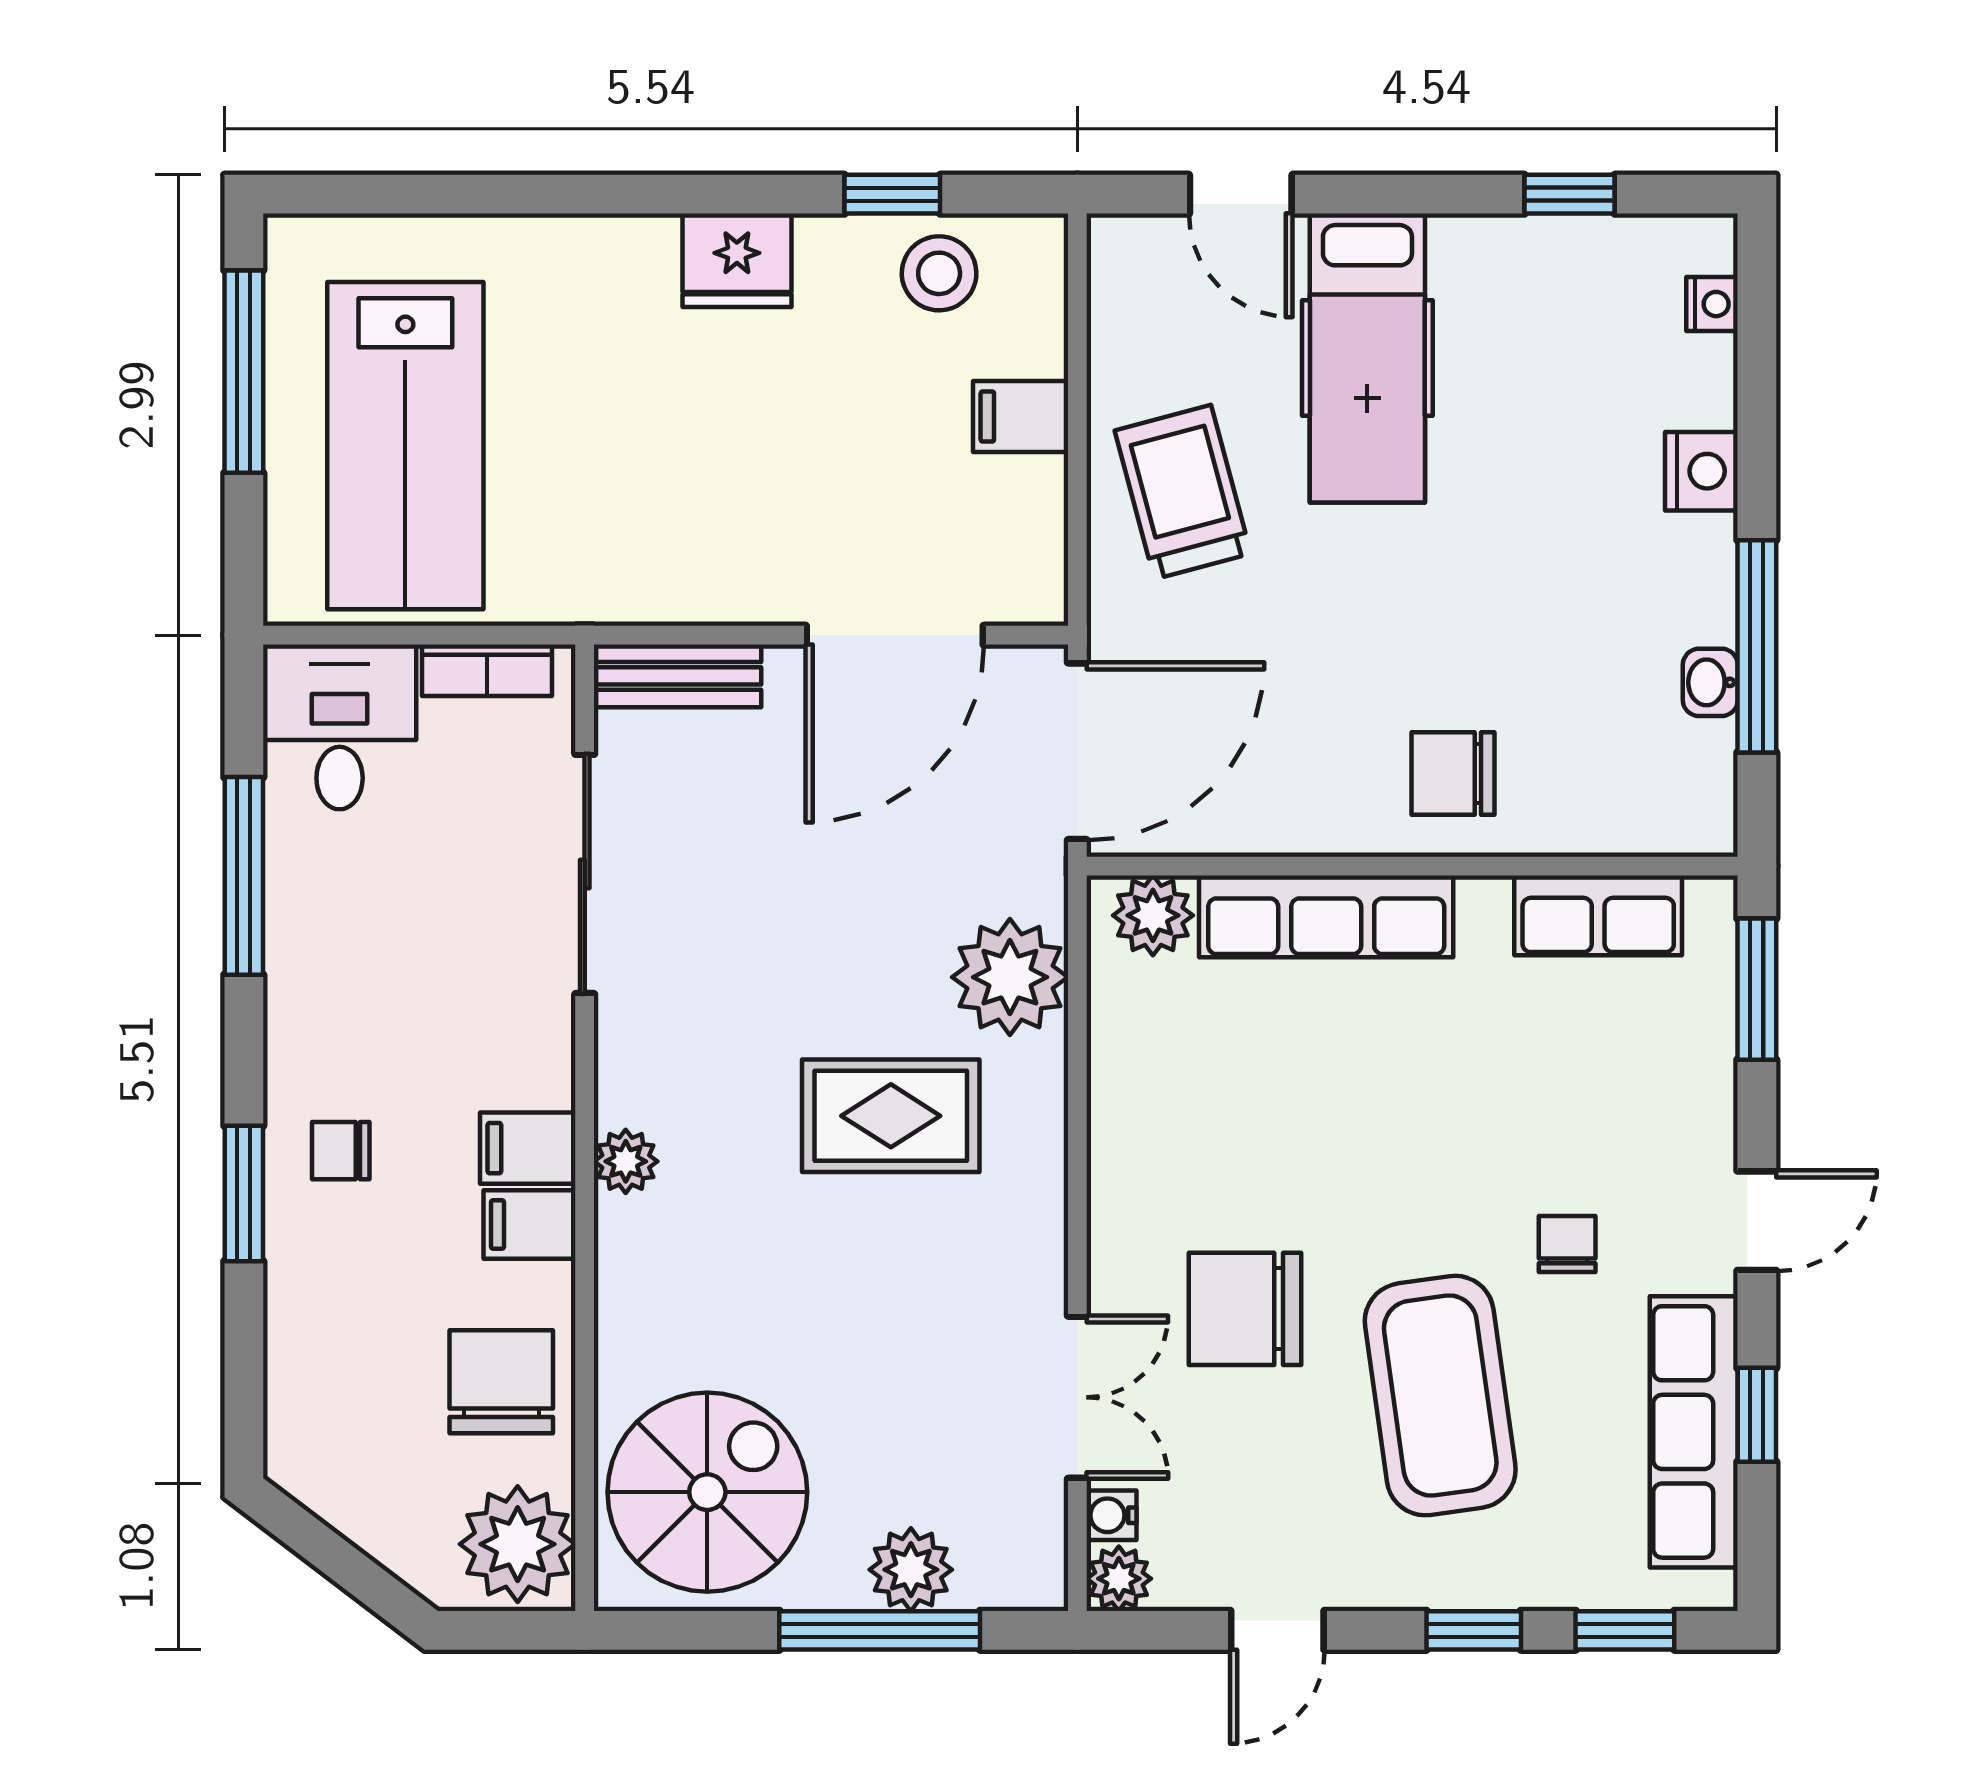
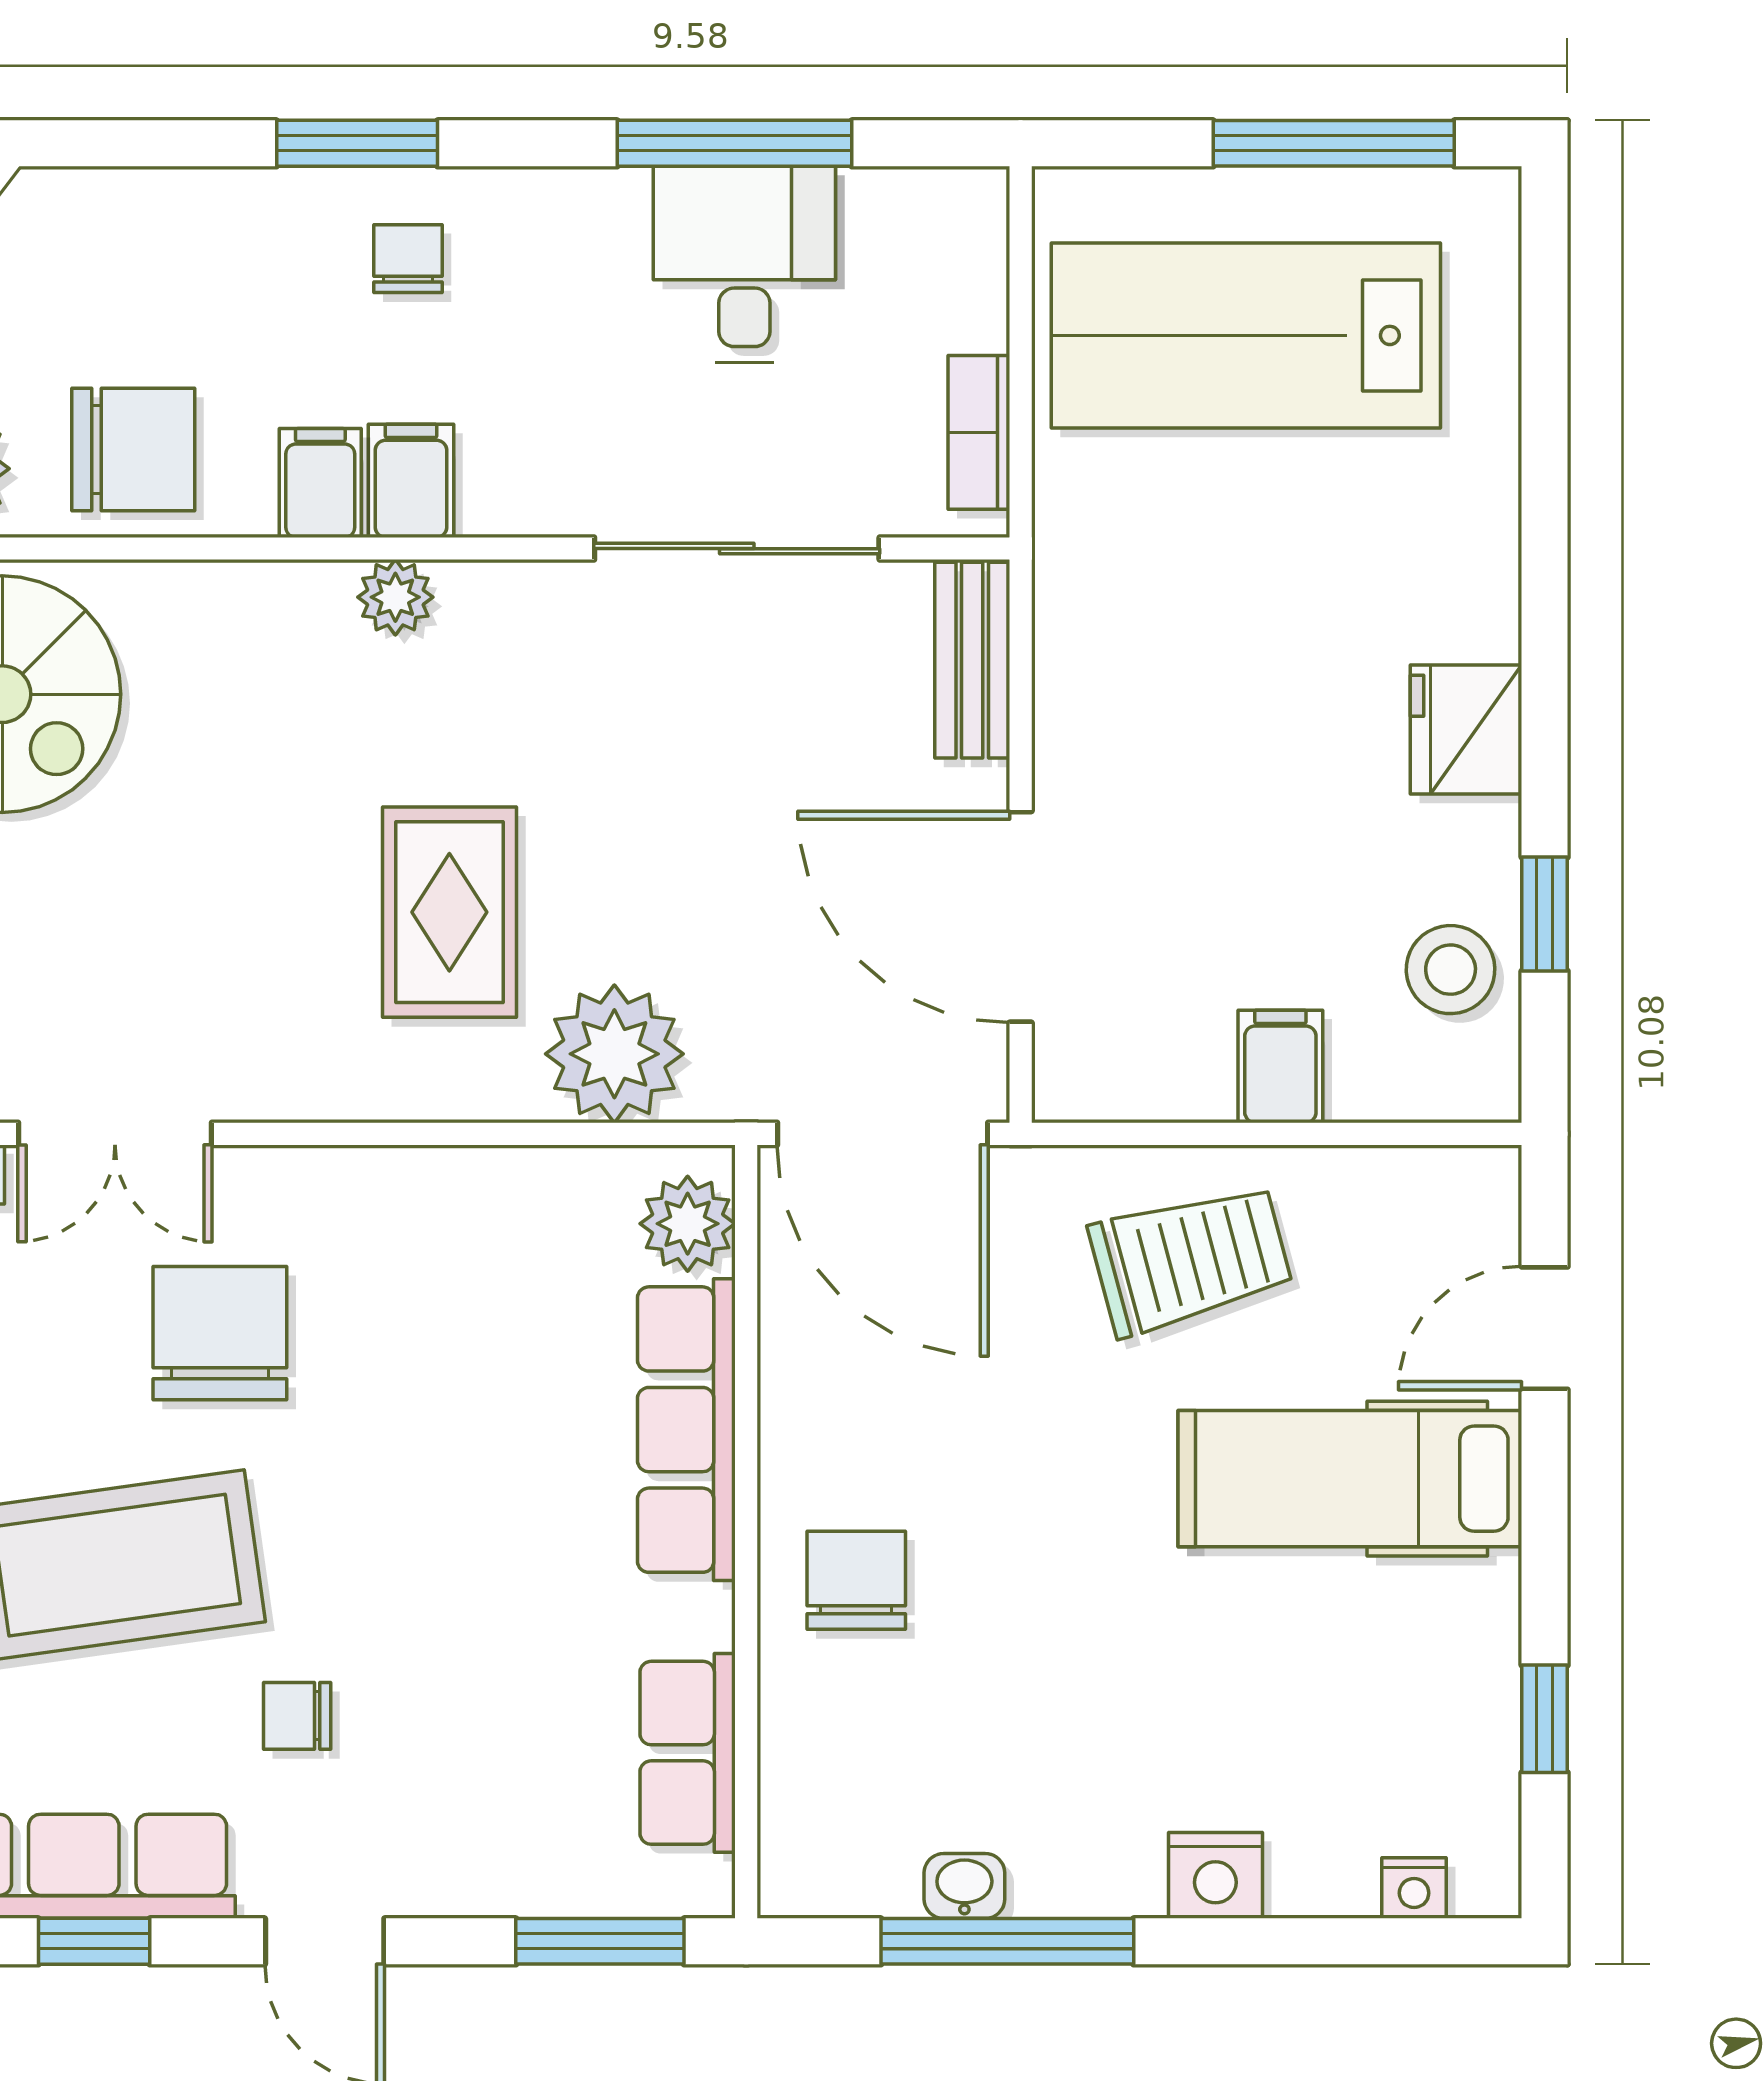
desk: (340, 727) -> (744, 264), moved, turned -90
chair: (1567, 1244) -> (297, 1716), turned 180

